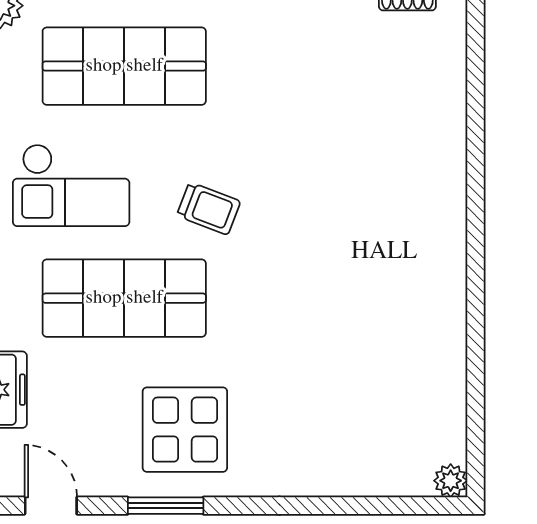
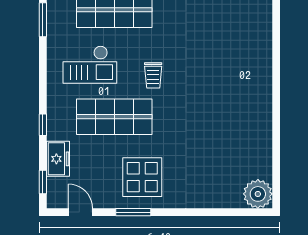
trolley: (209, 208) -> (153, 75), turned 69
plant: (451, 481) -> (258, 194), width x1.87, depth x1.87

